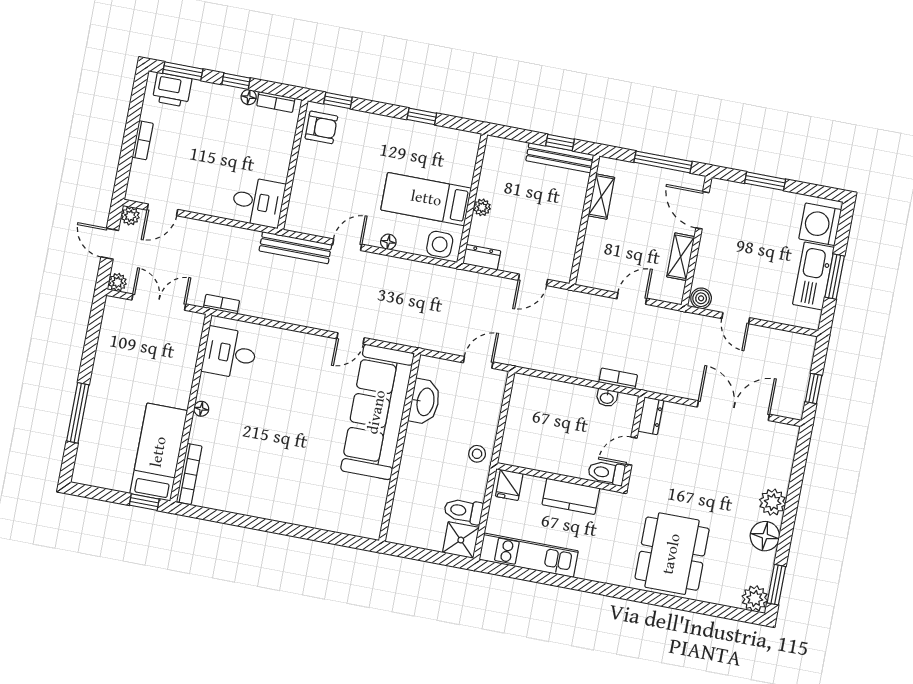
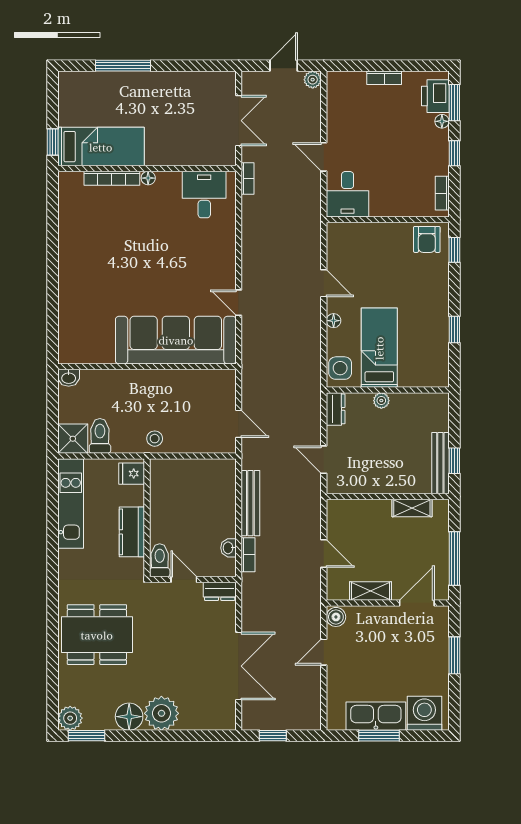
floor lamp: (249, 97) -> (442, 121), moved
door: (162, 210) -> (324, 157), moved
bench: (295, 248) -> (250, 503), moved
plant: (118, 282) -> (250, 79), removed
washbasin: (425, 402) -> (69, 378), moved, width x0.52, depth x0.69
bookcase: (189, 474) -> (112, 178), moved
plant: (773, 502) -> (161, 713), width x1.36, depth x1.36

